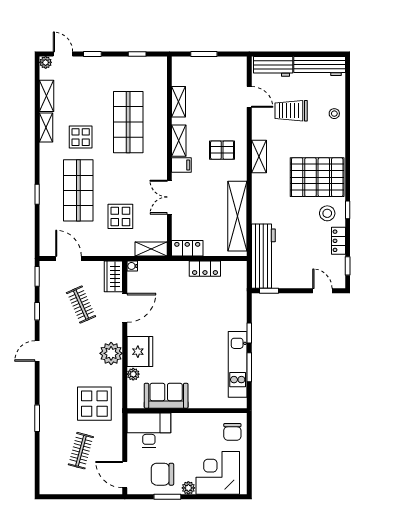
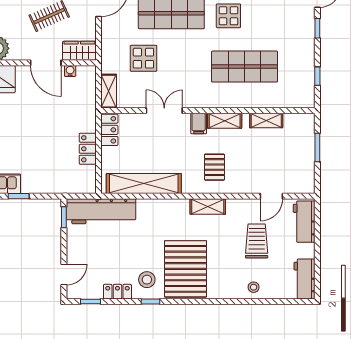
workbench: (320, 66) -> (304, 279), width x0.73
water cooler: (132, 266) -> (70, 71), moved

